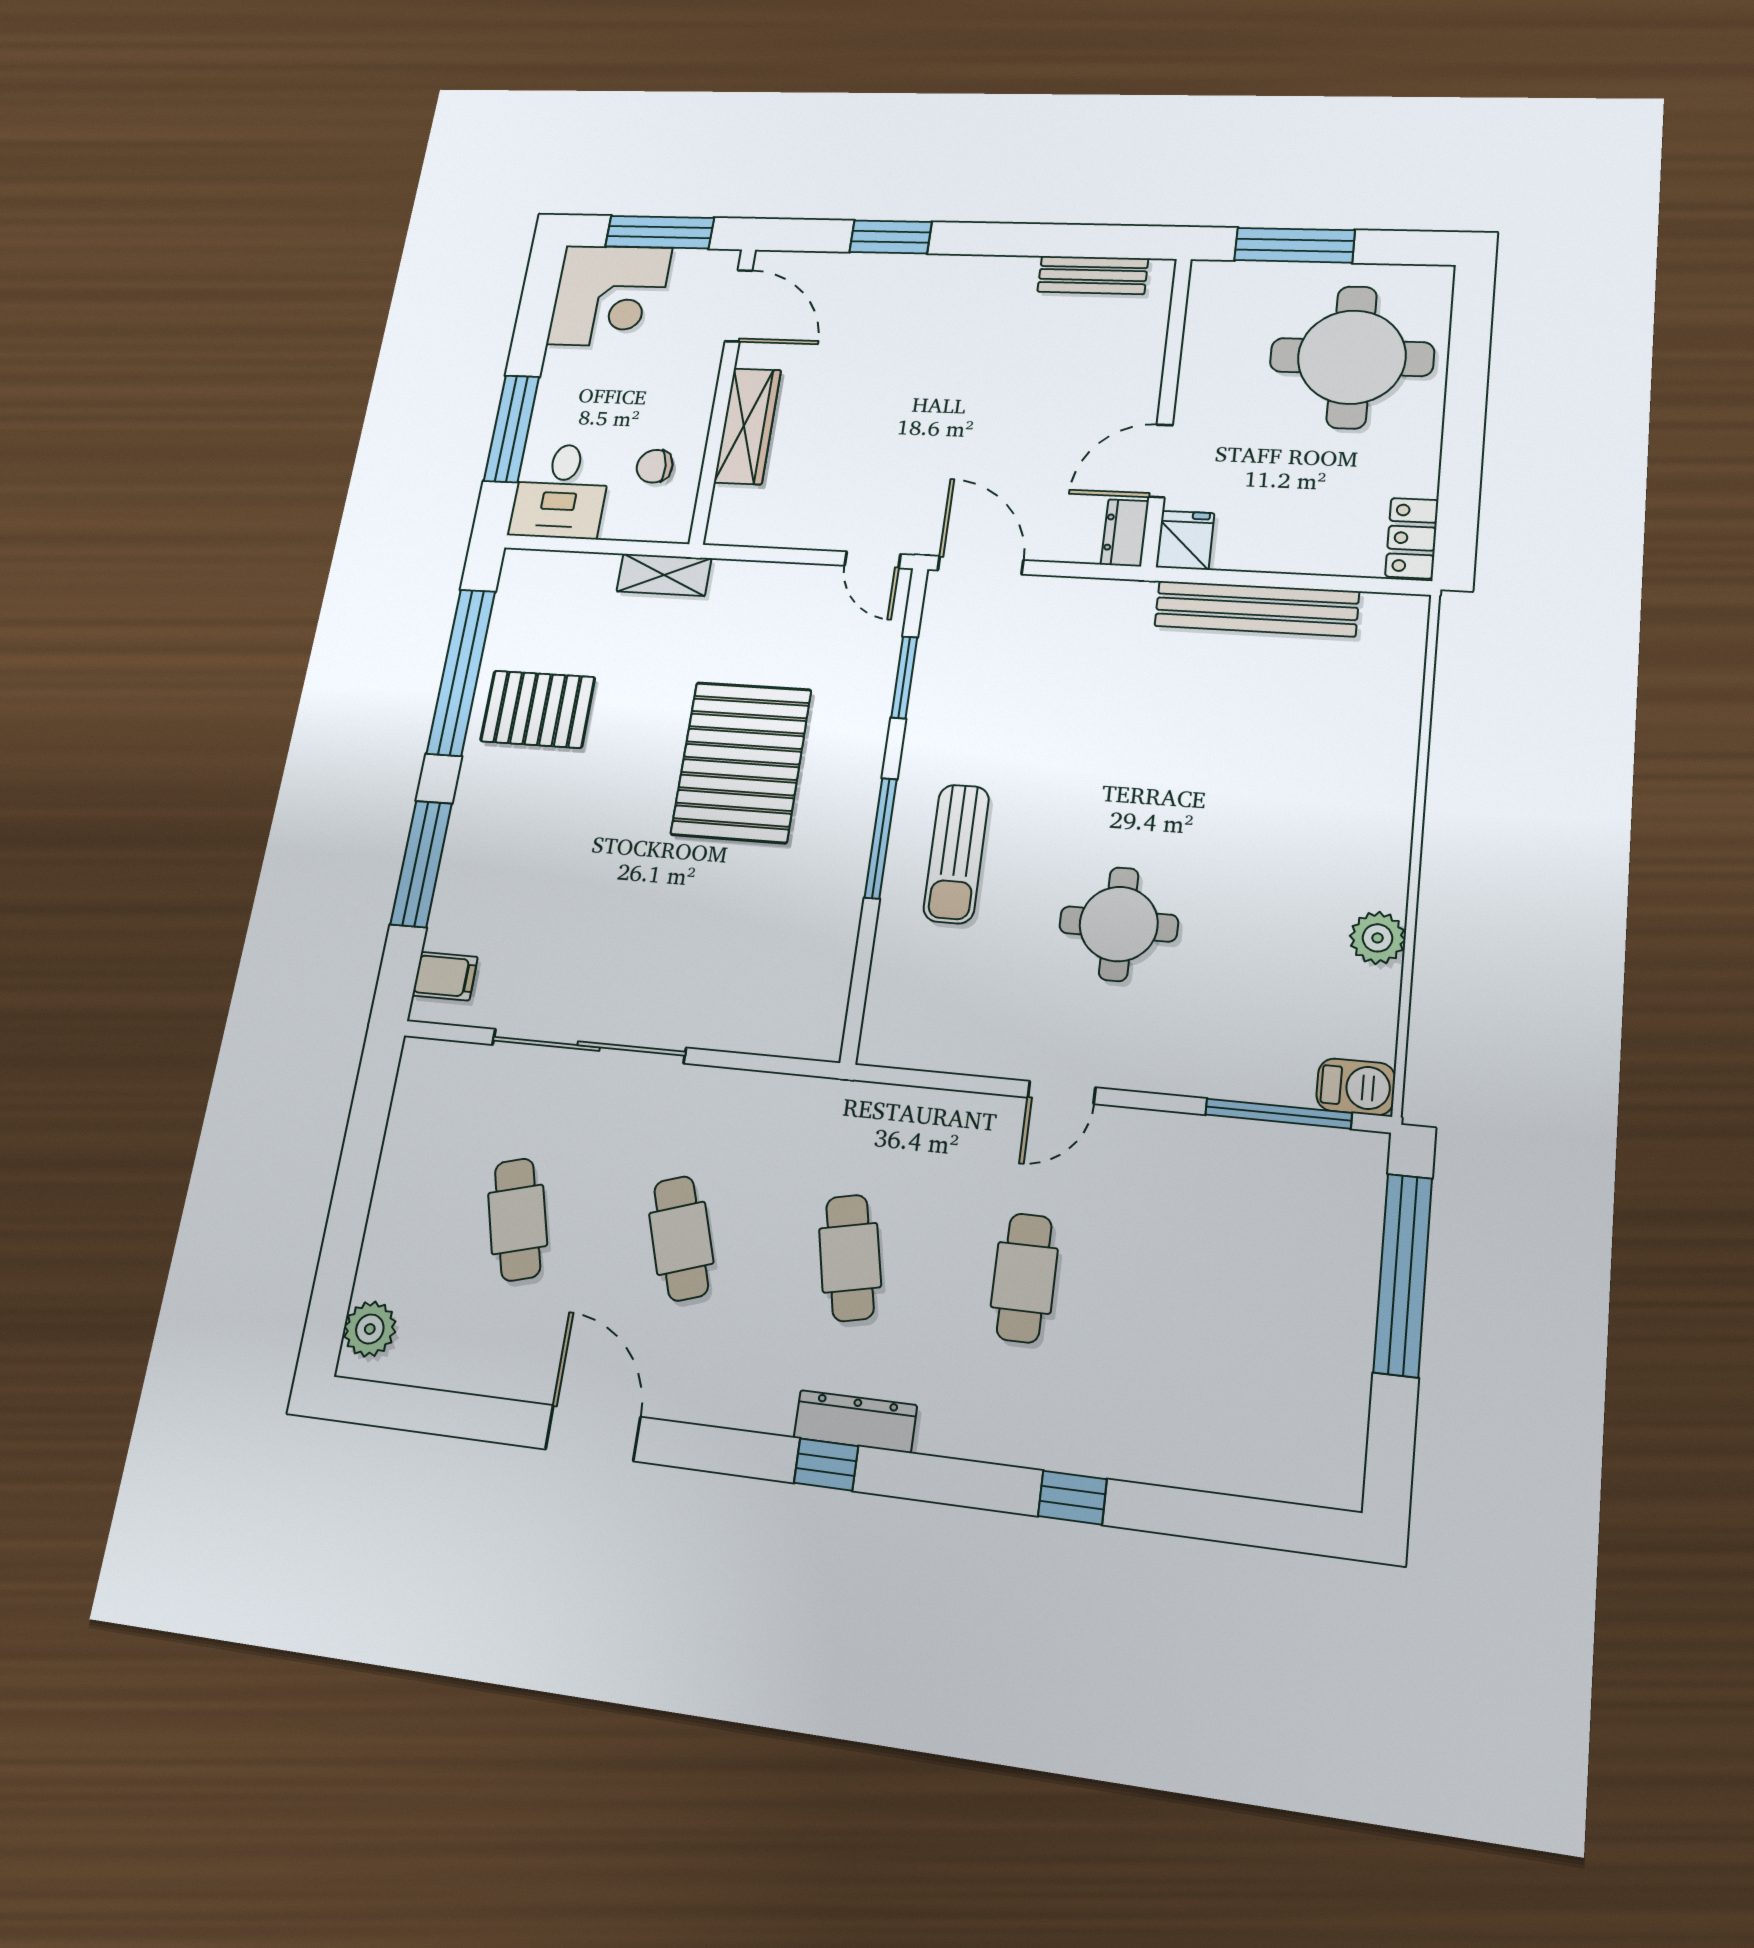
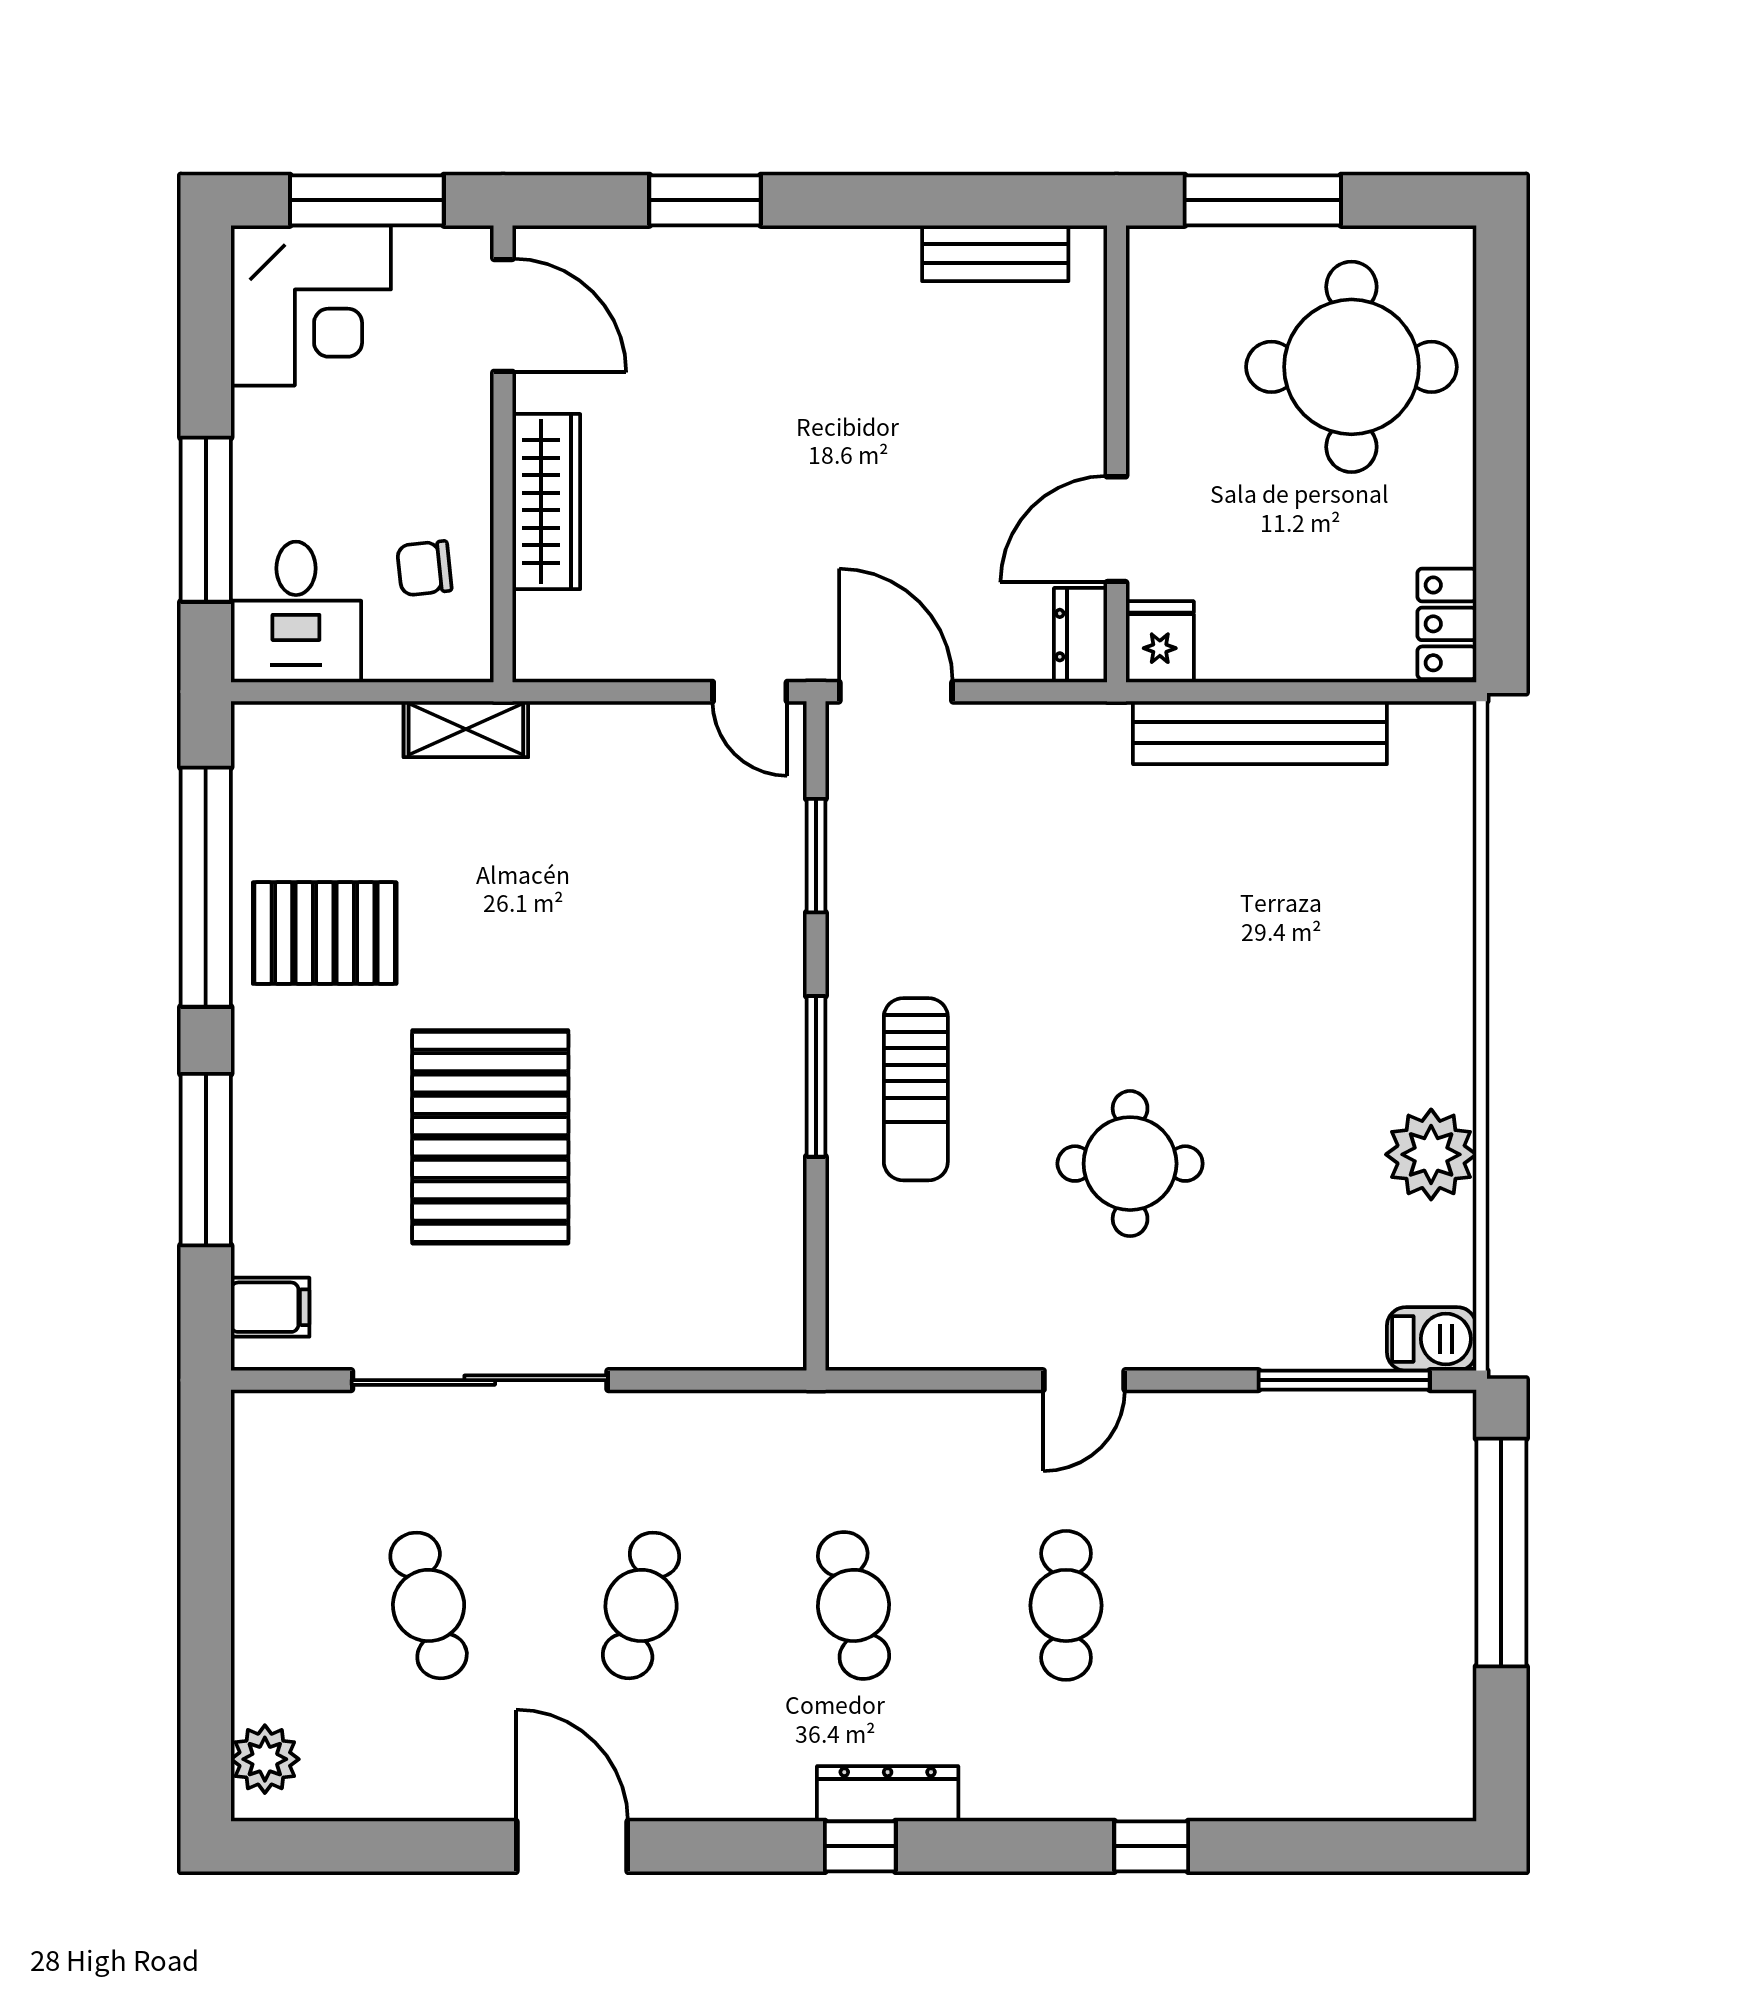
pallet: (741, 762) -> (490, 1137), moved
plant: (1378, 938) -> (1431, 1154), width x1.36, depth x1.36
cafe table: (681, 1238) -> (641, 1605), turned 33

